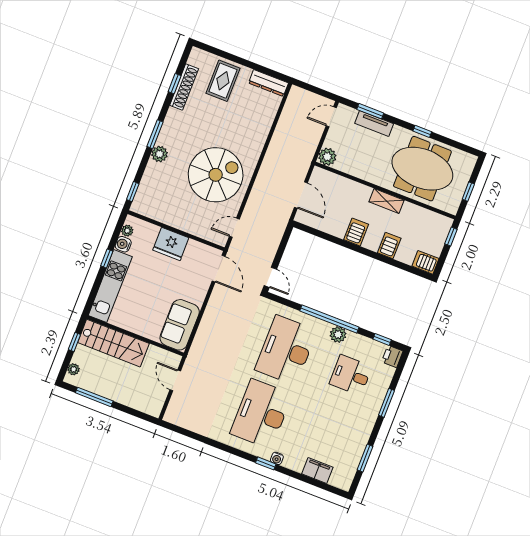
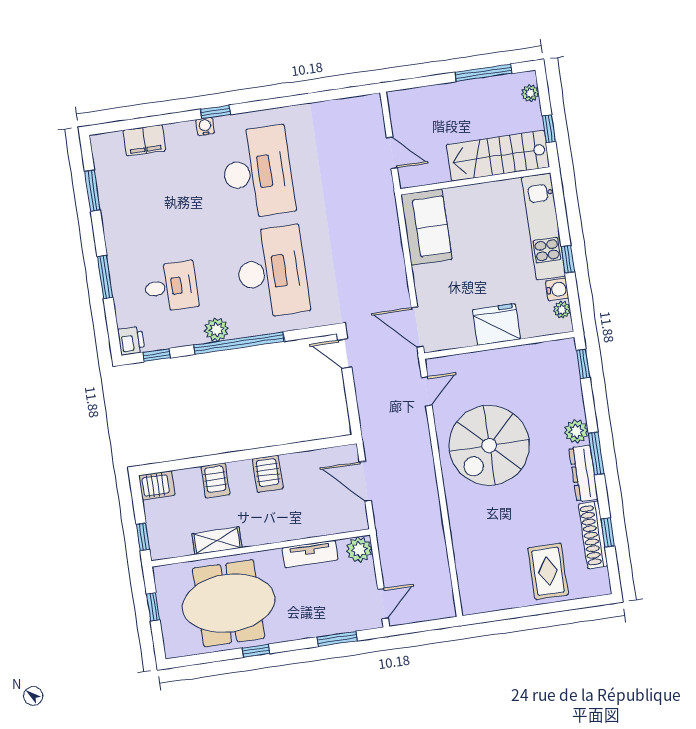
dresser: (268, 83) -> (584, 473), moved, turned -90
tv unit: (374, 124) -> (310, 554), moved, turned 180
shelving: (387, 201) -> (217, 541), moved

